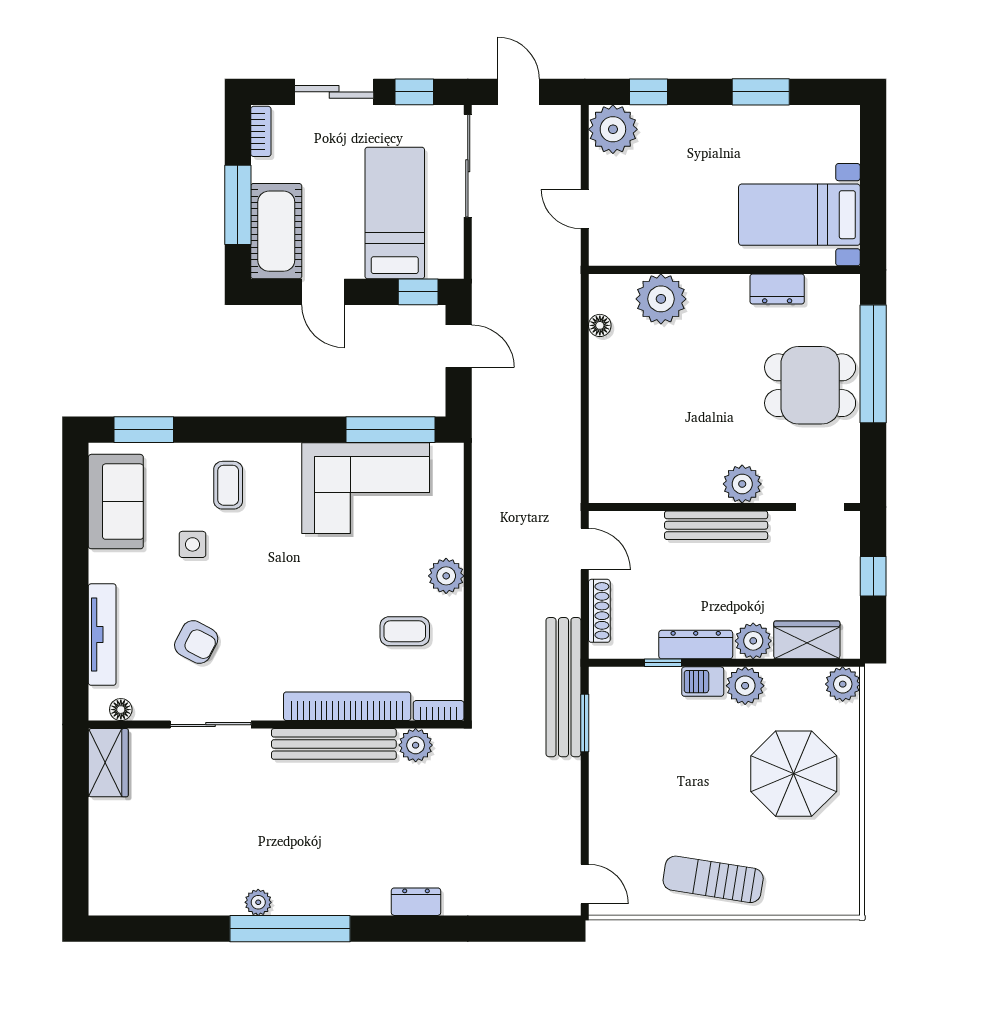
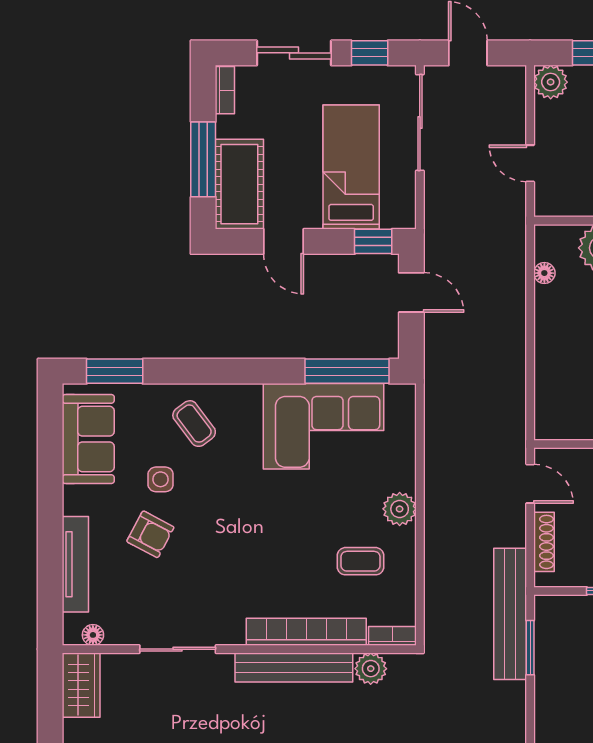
plant: (613, 129) -> (551, 82), width x0.73, depth x0.73
coffee table: (228, 485) -> (194, 424), turned -37
armchair: (196, 642) -> (150, 534), moved

